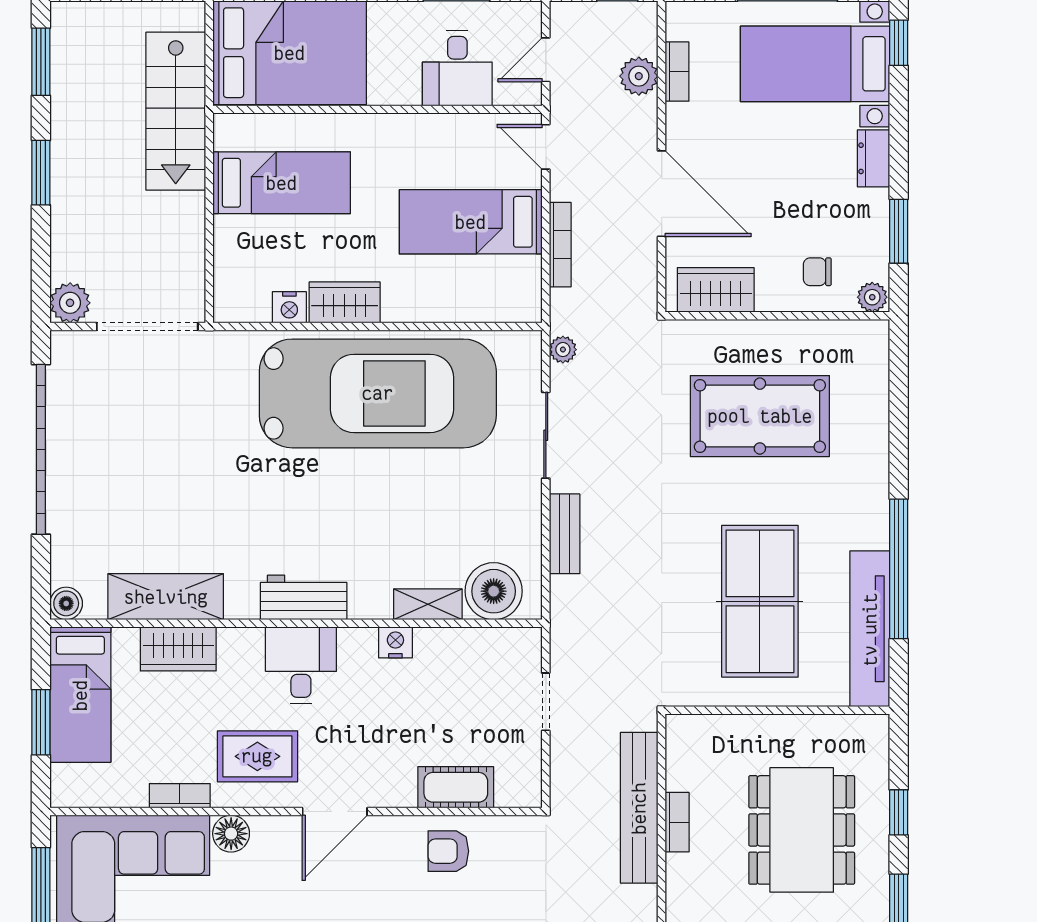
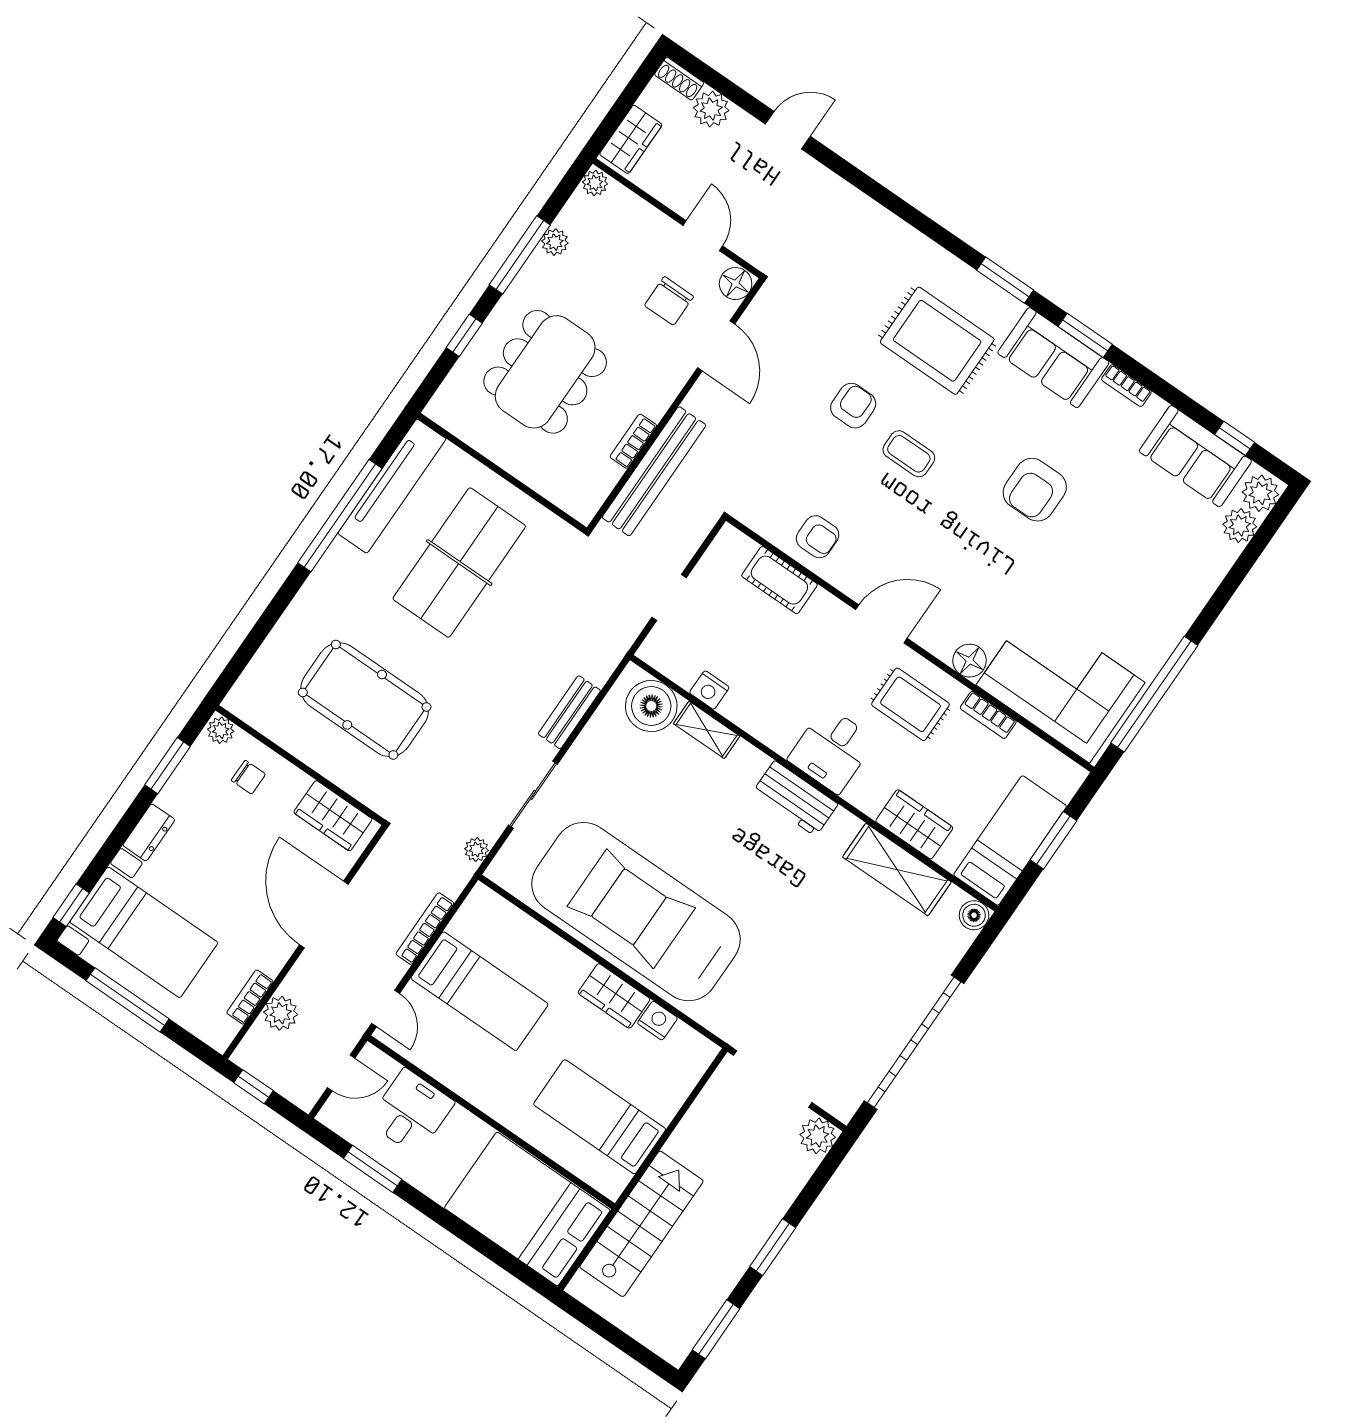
nightstand: (395, 642) -> (709, 690), moved

